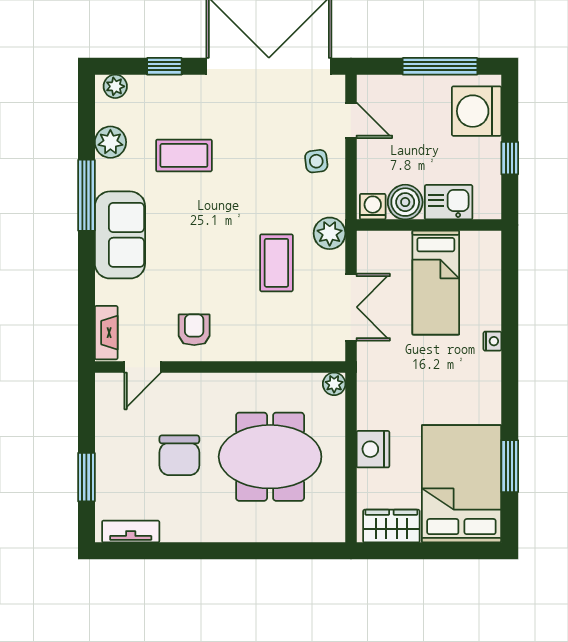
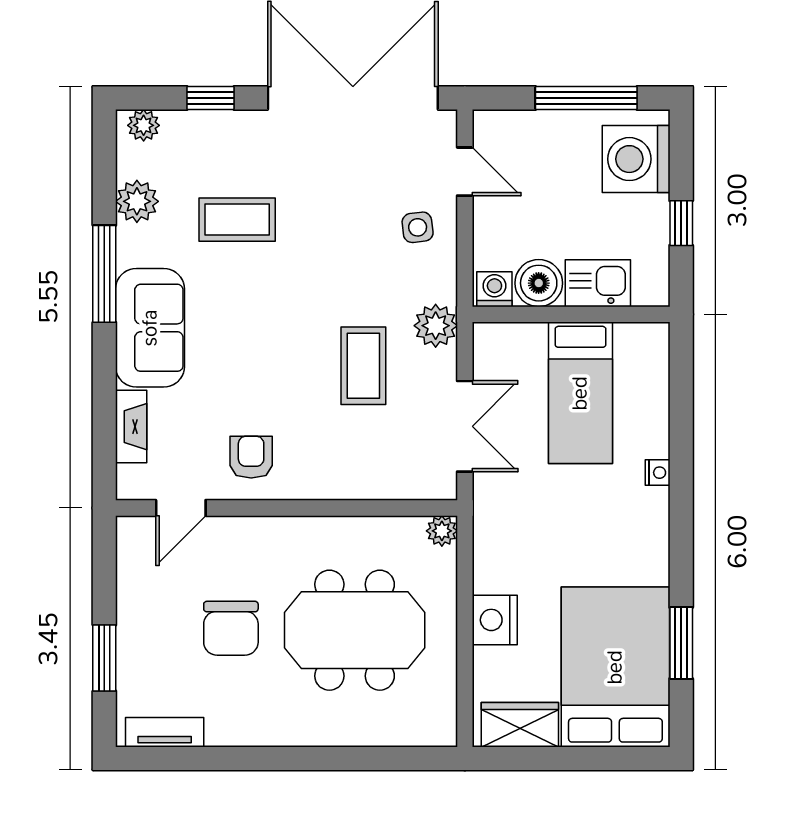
fireplace: (106, 333) -> (131, 427), moved

